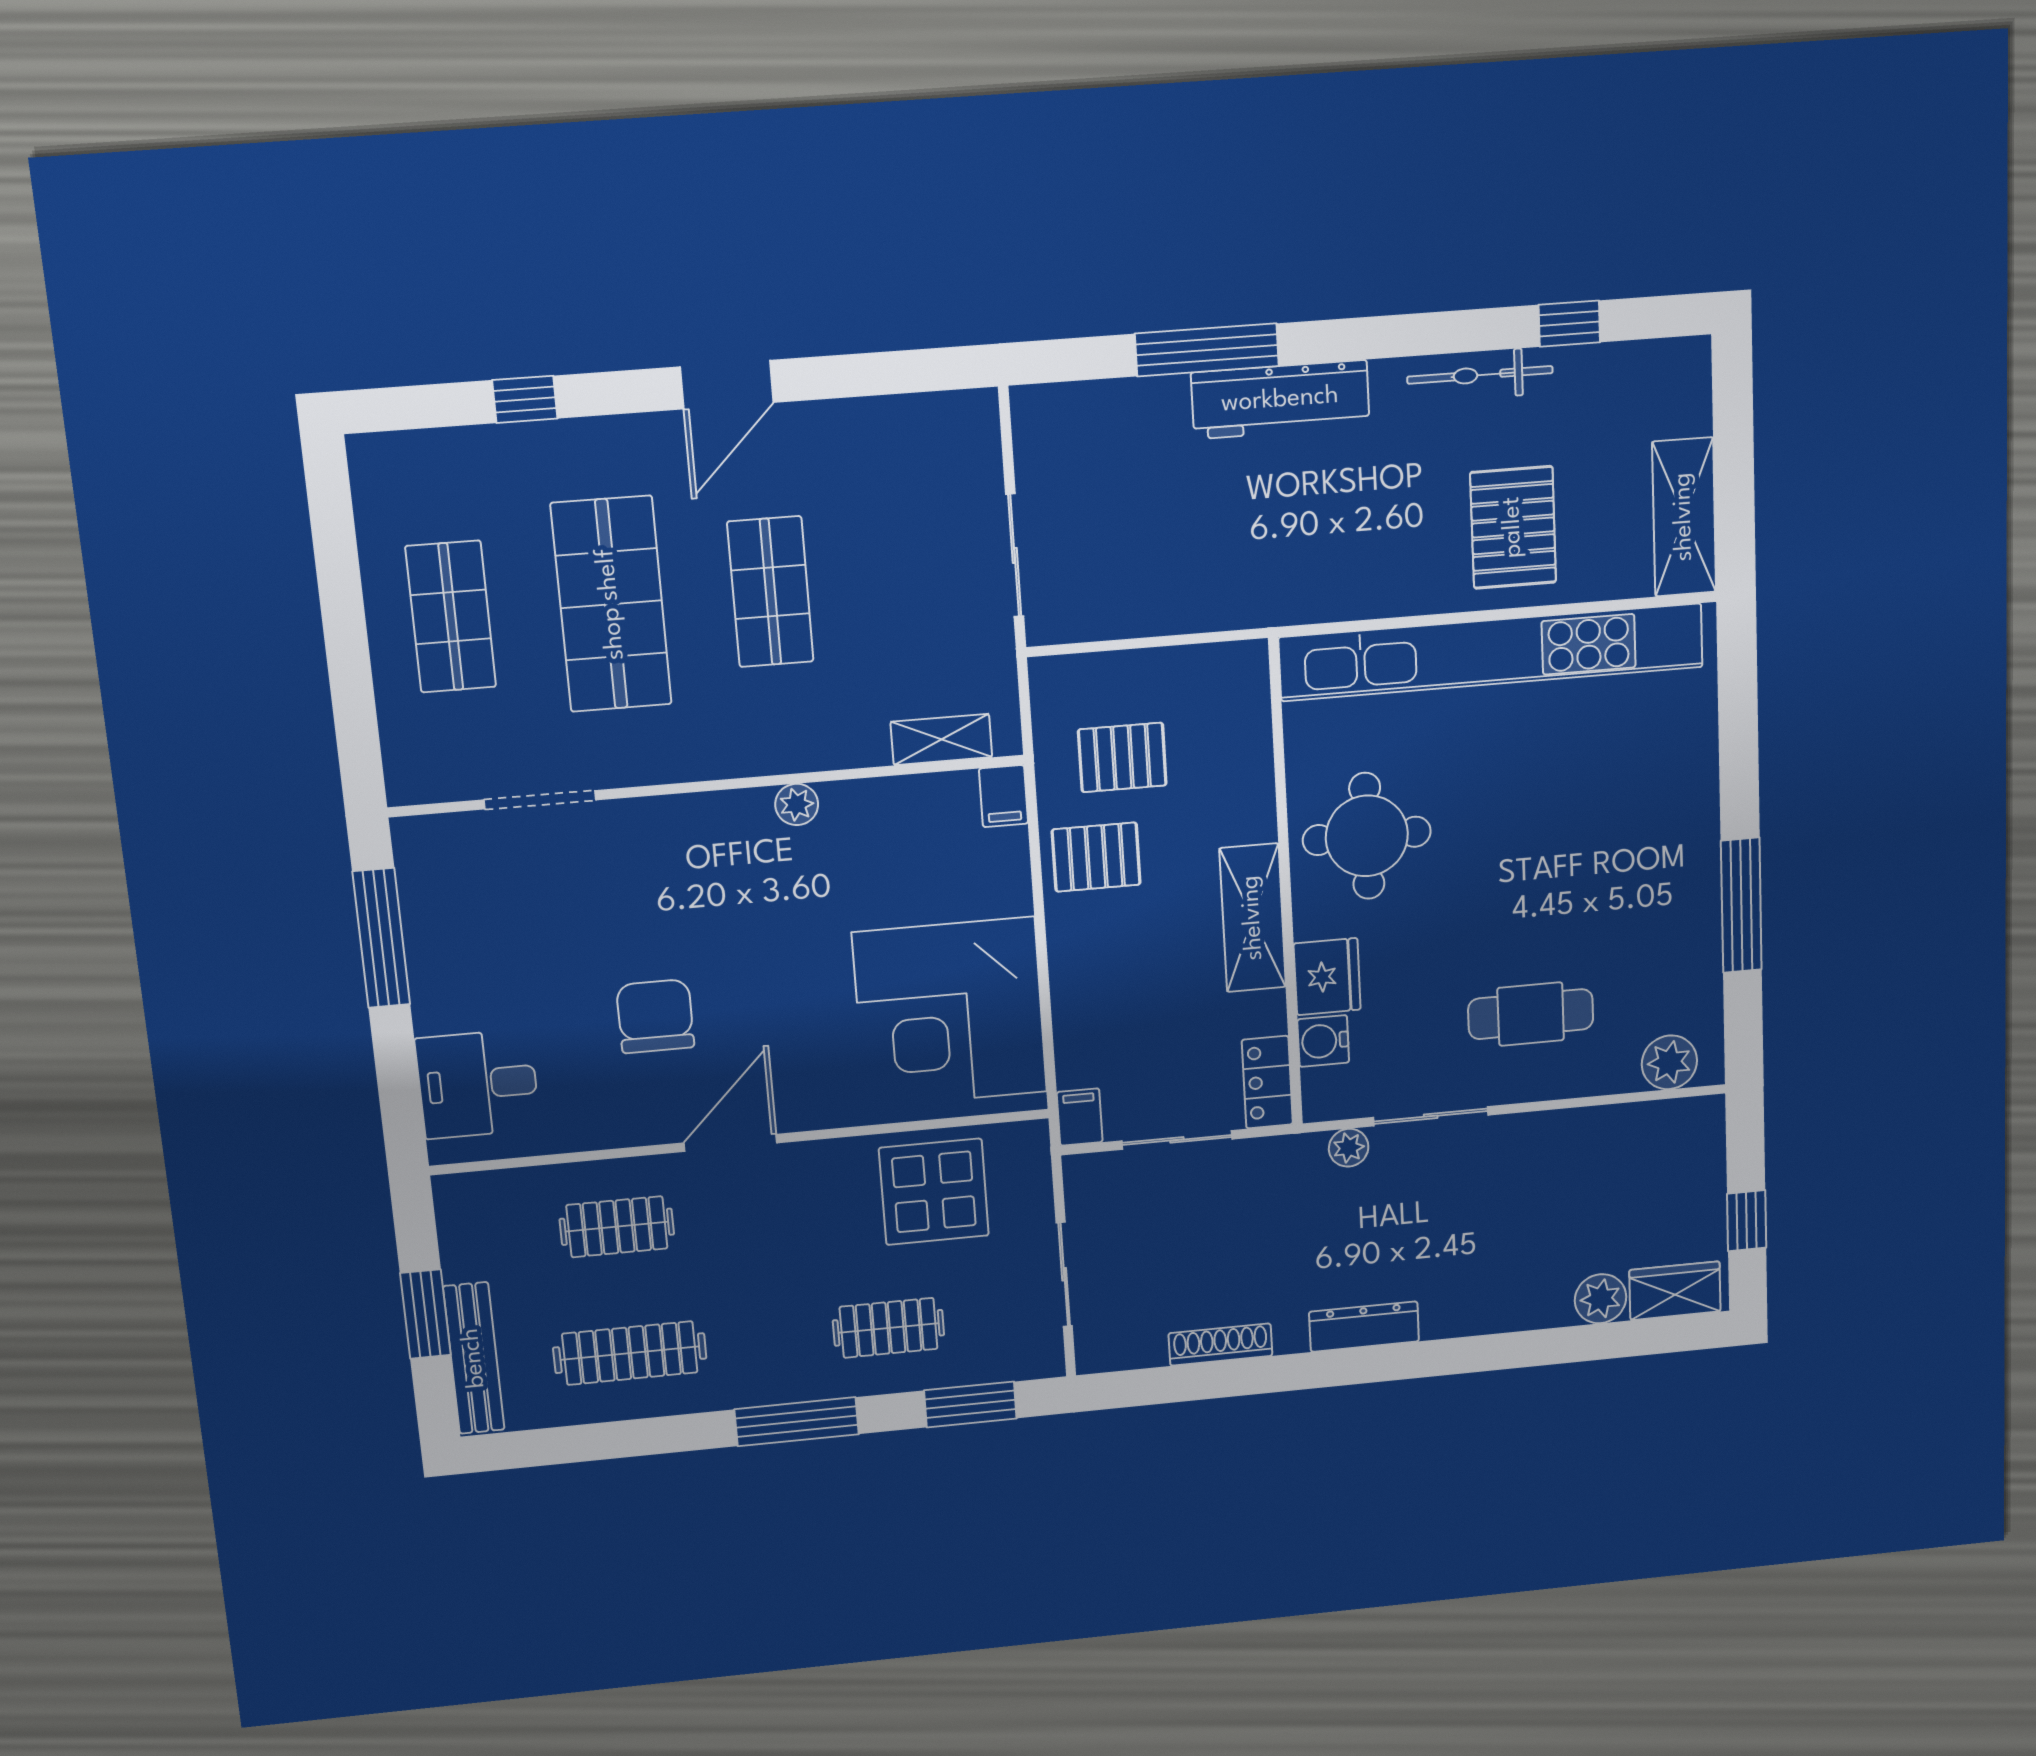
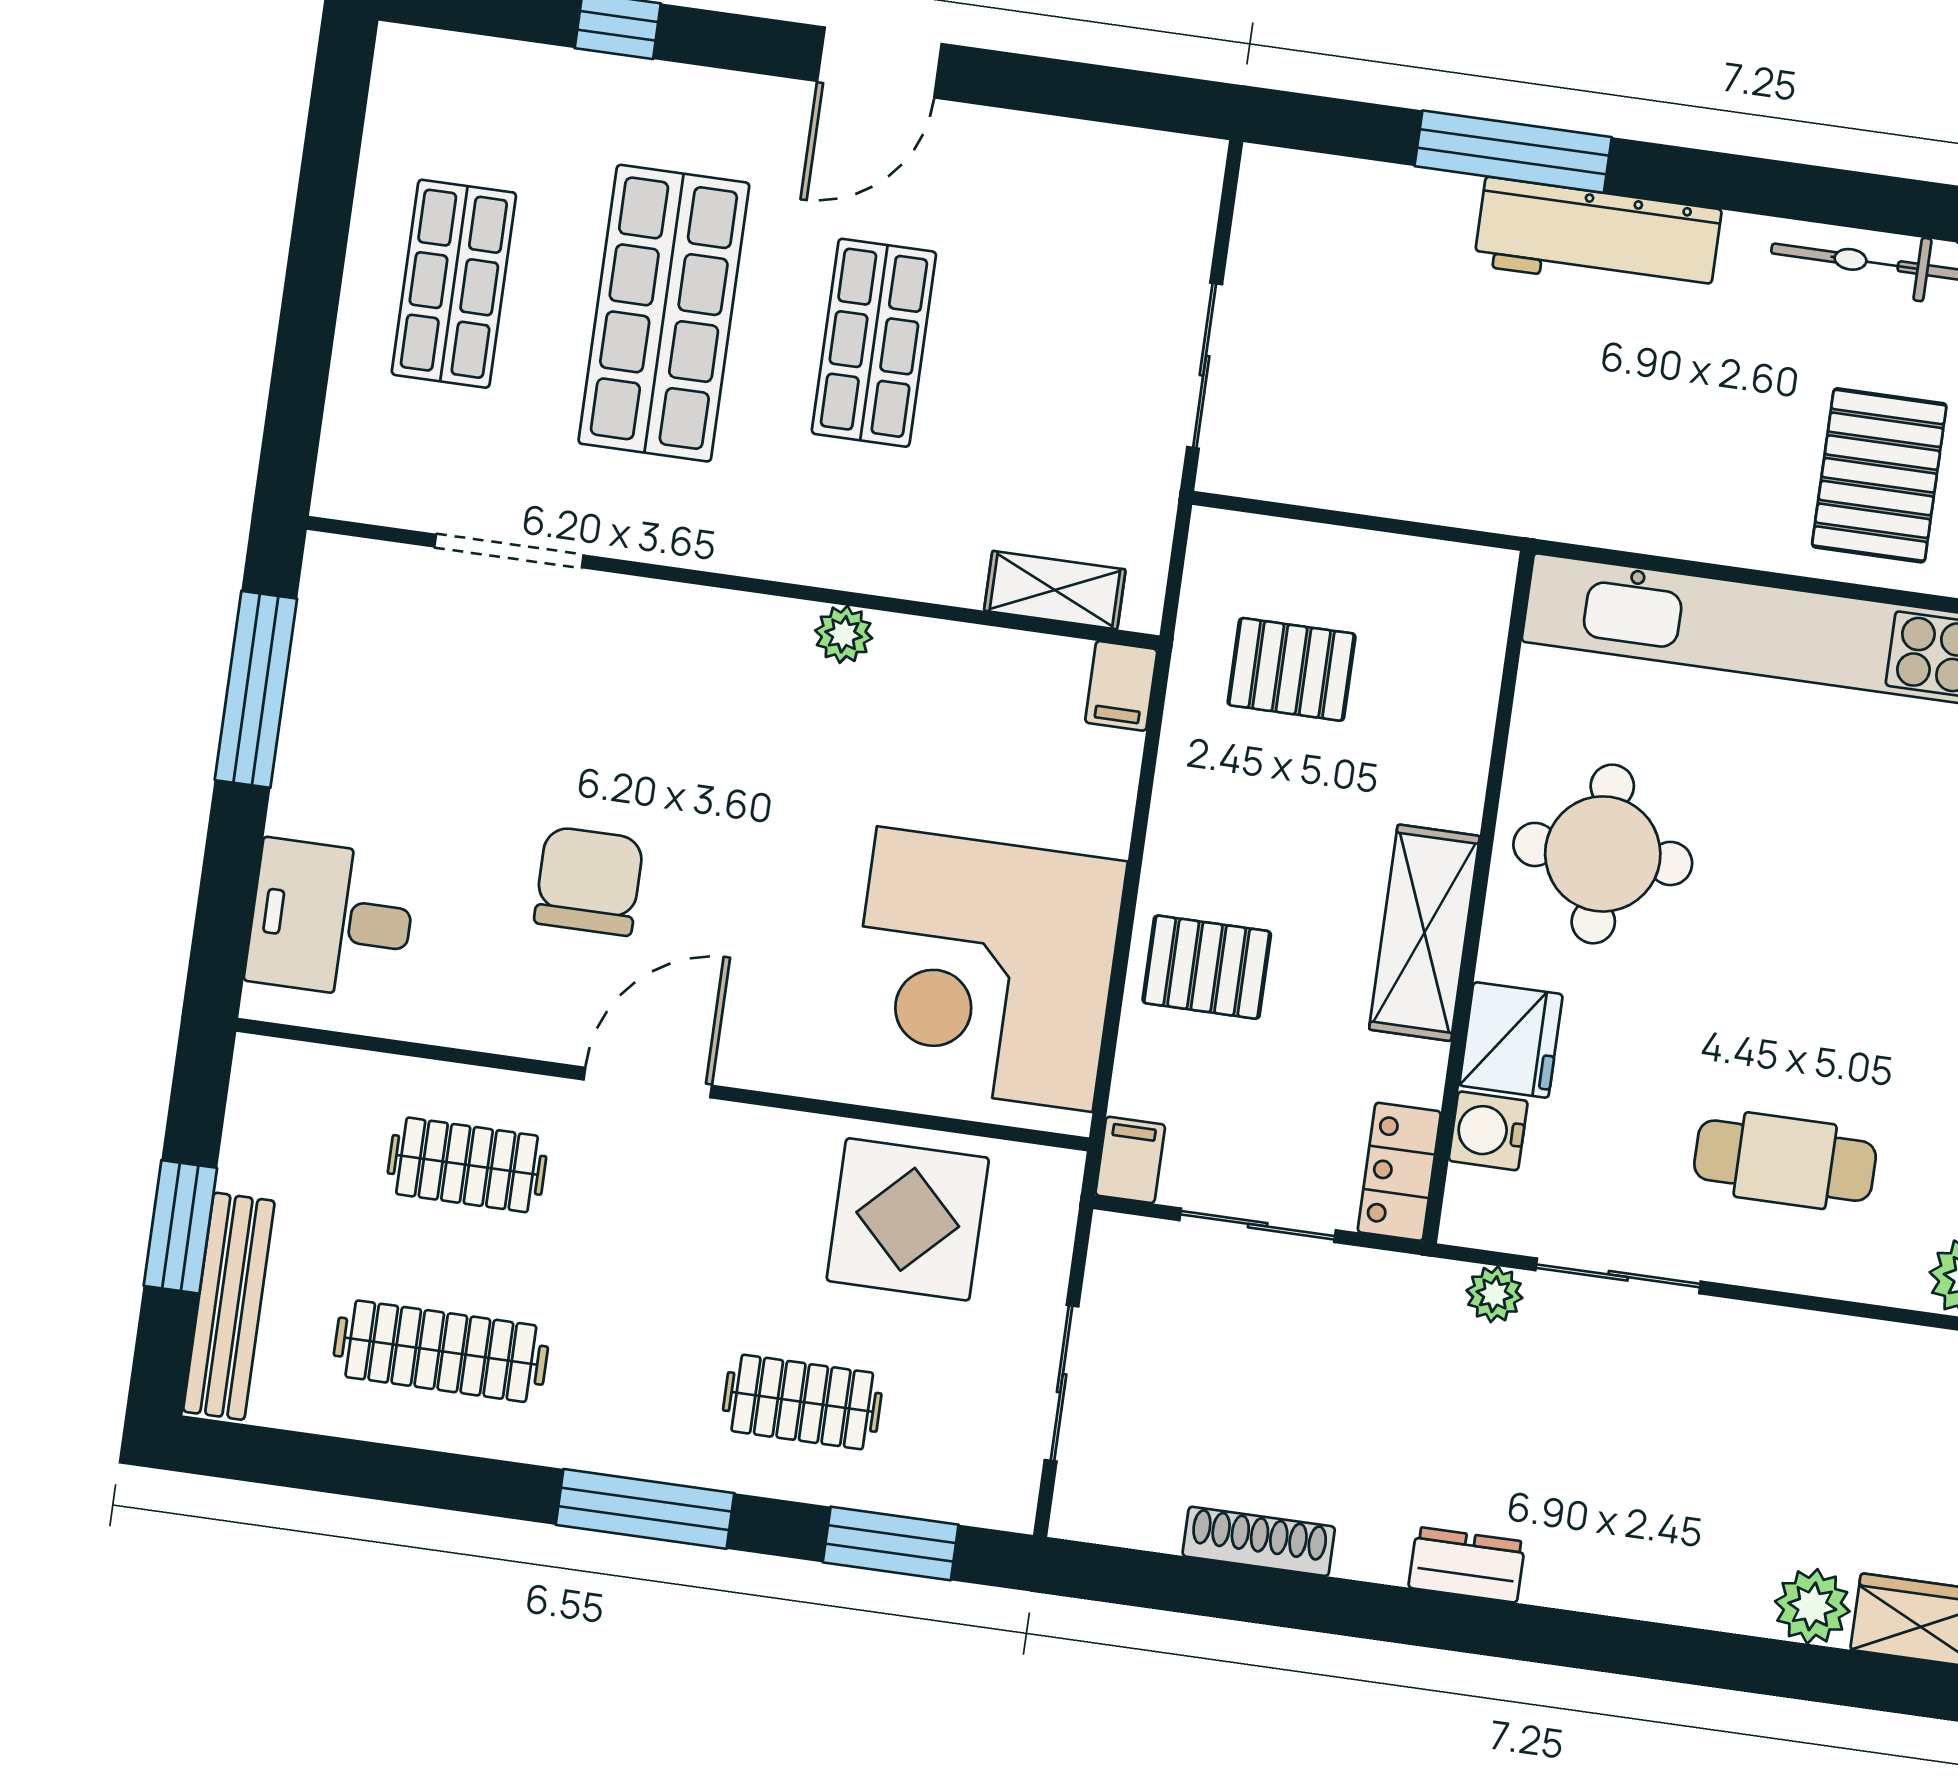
pallet: (1096, 857) -> (1207, 967), moved
dresser: (1364, 1327) -> (1467, 1565), width x0.70

